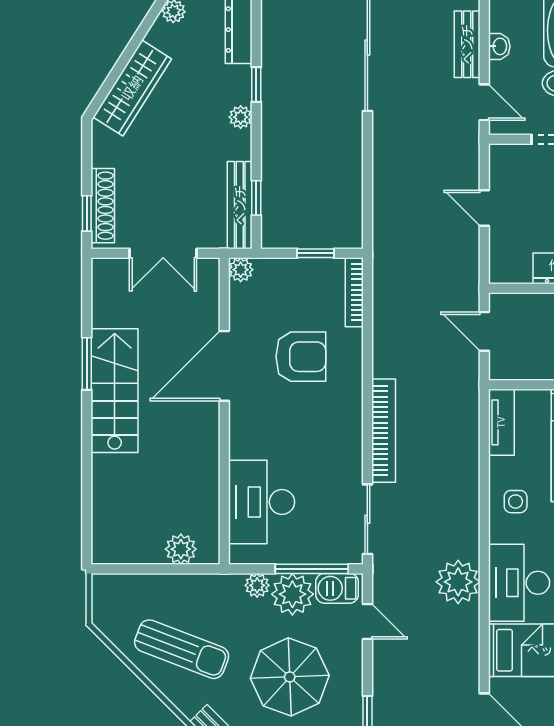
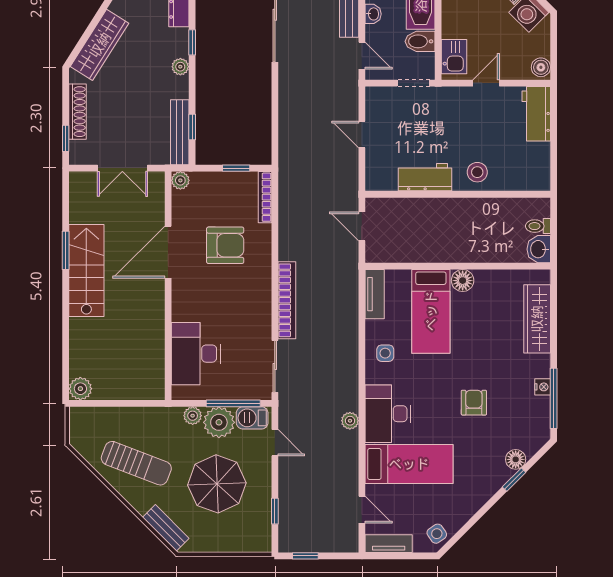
shoe rack: (103, 206) -> (78, 112), moved
plant: (181, 549) -> (80, 389), moved
plant: (458, 582) -> (350, 421), width x0.53, depth x0.53

